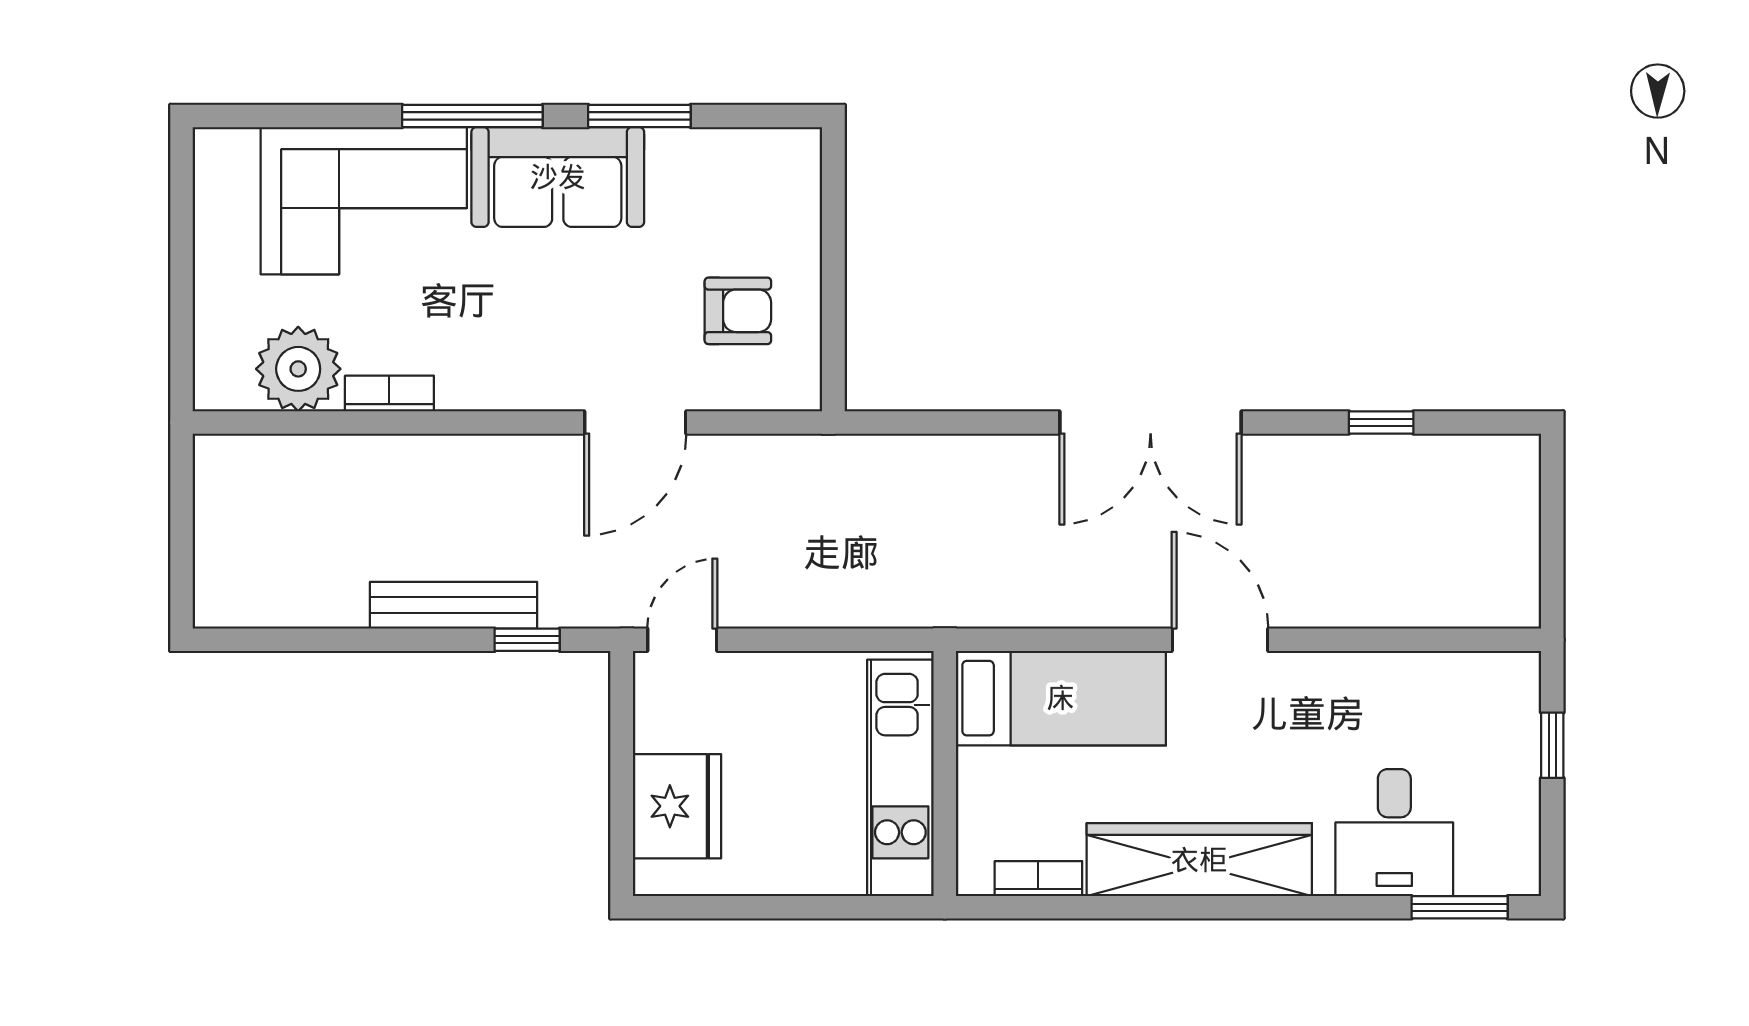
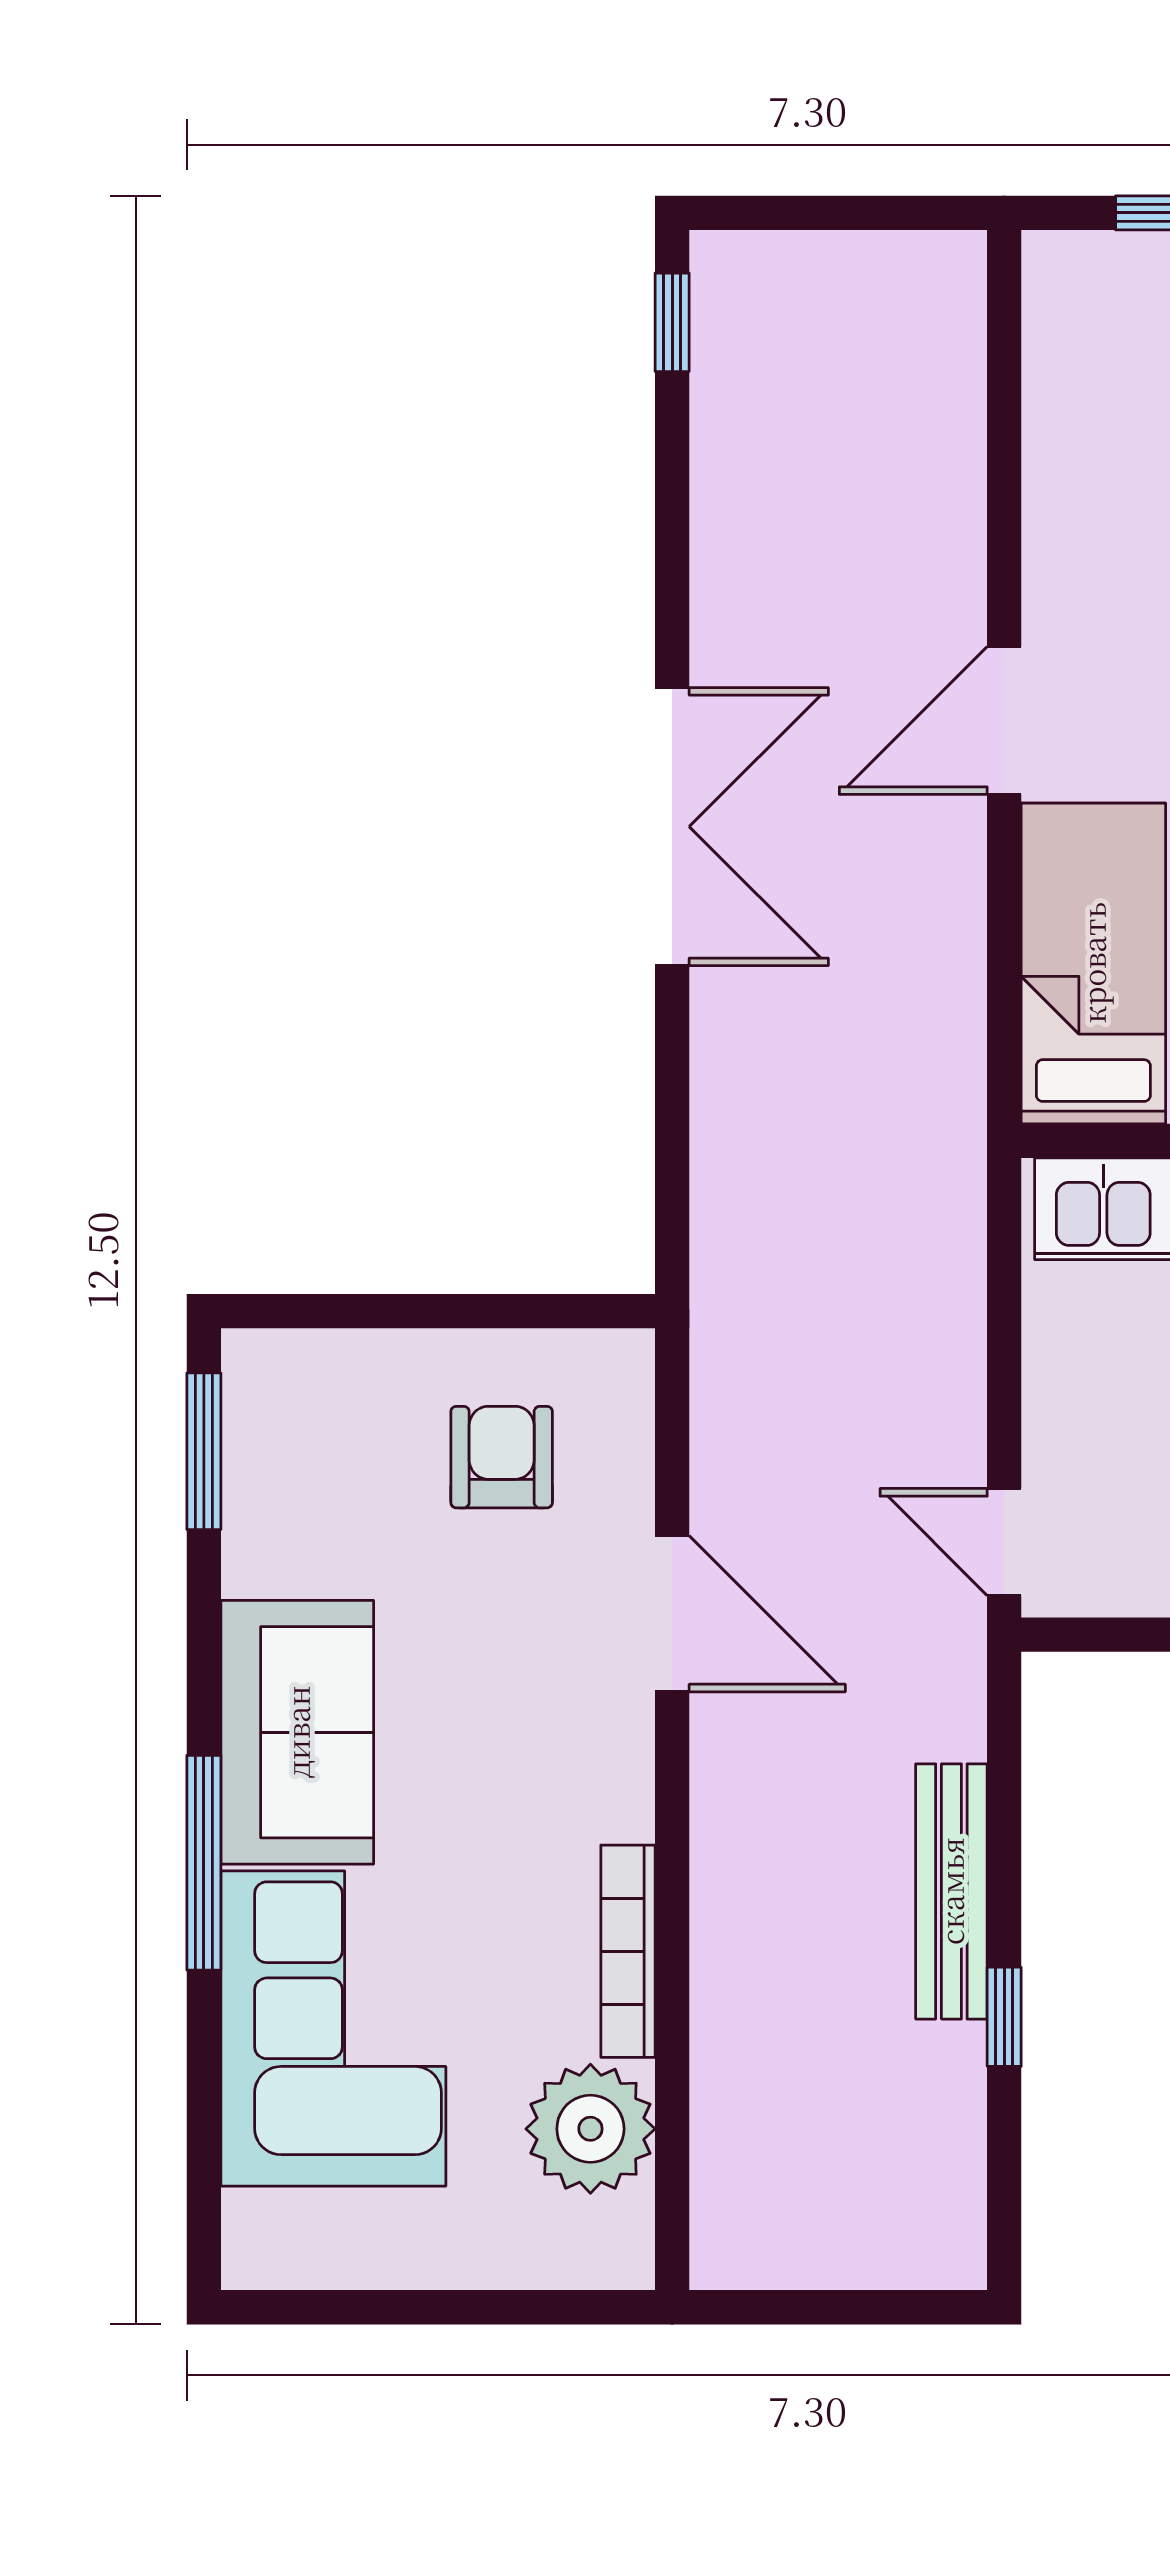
window: (639, 116) -> (204, 1451), moved
bookcase: (389, 393) -> (628, 1951), width x1.56
window: (1381, 422) -> (672, 322), moved
window: (527, 640) -> (1004, 2017), moved

